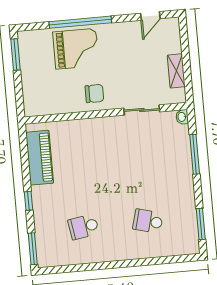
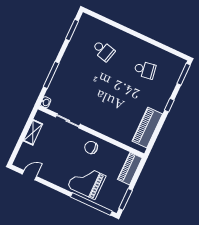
window: (80, 22) -> (91, 204), moved
piano: (32, 95) -> (130, 169), added

